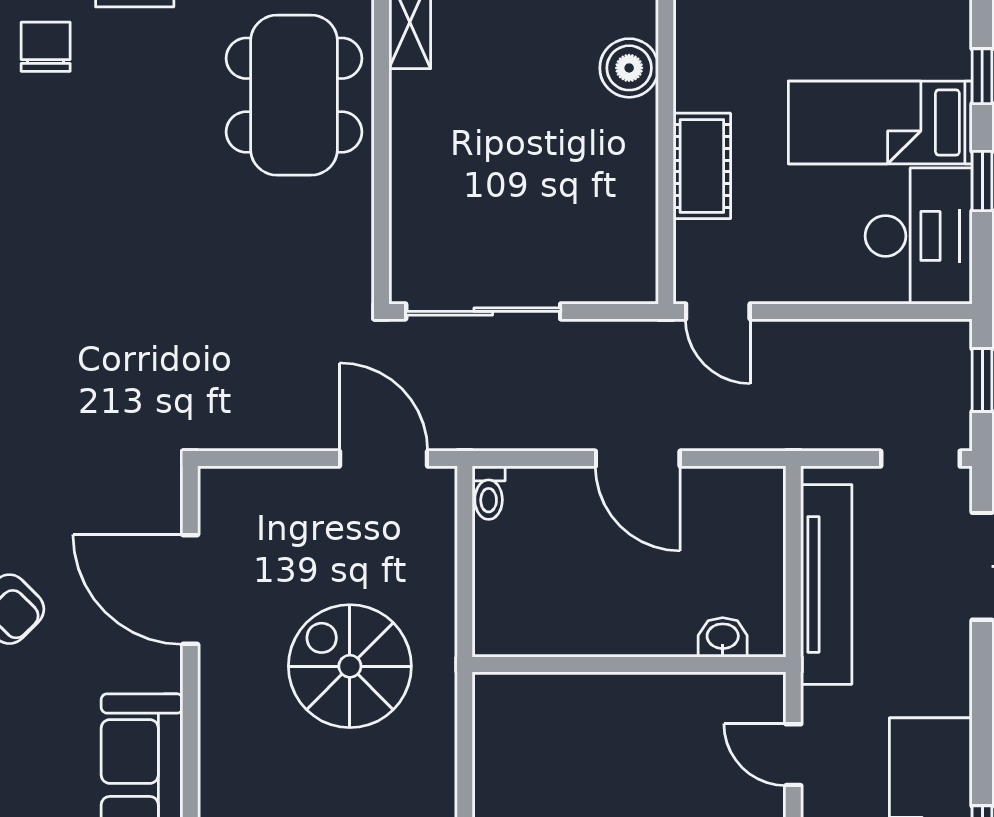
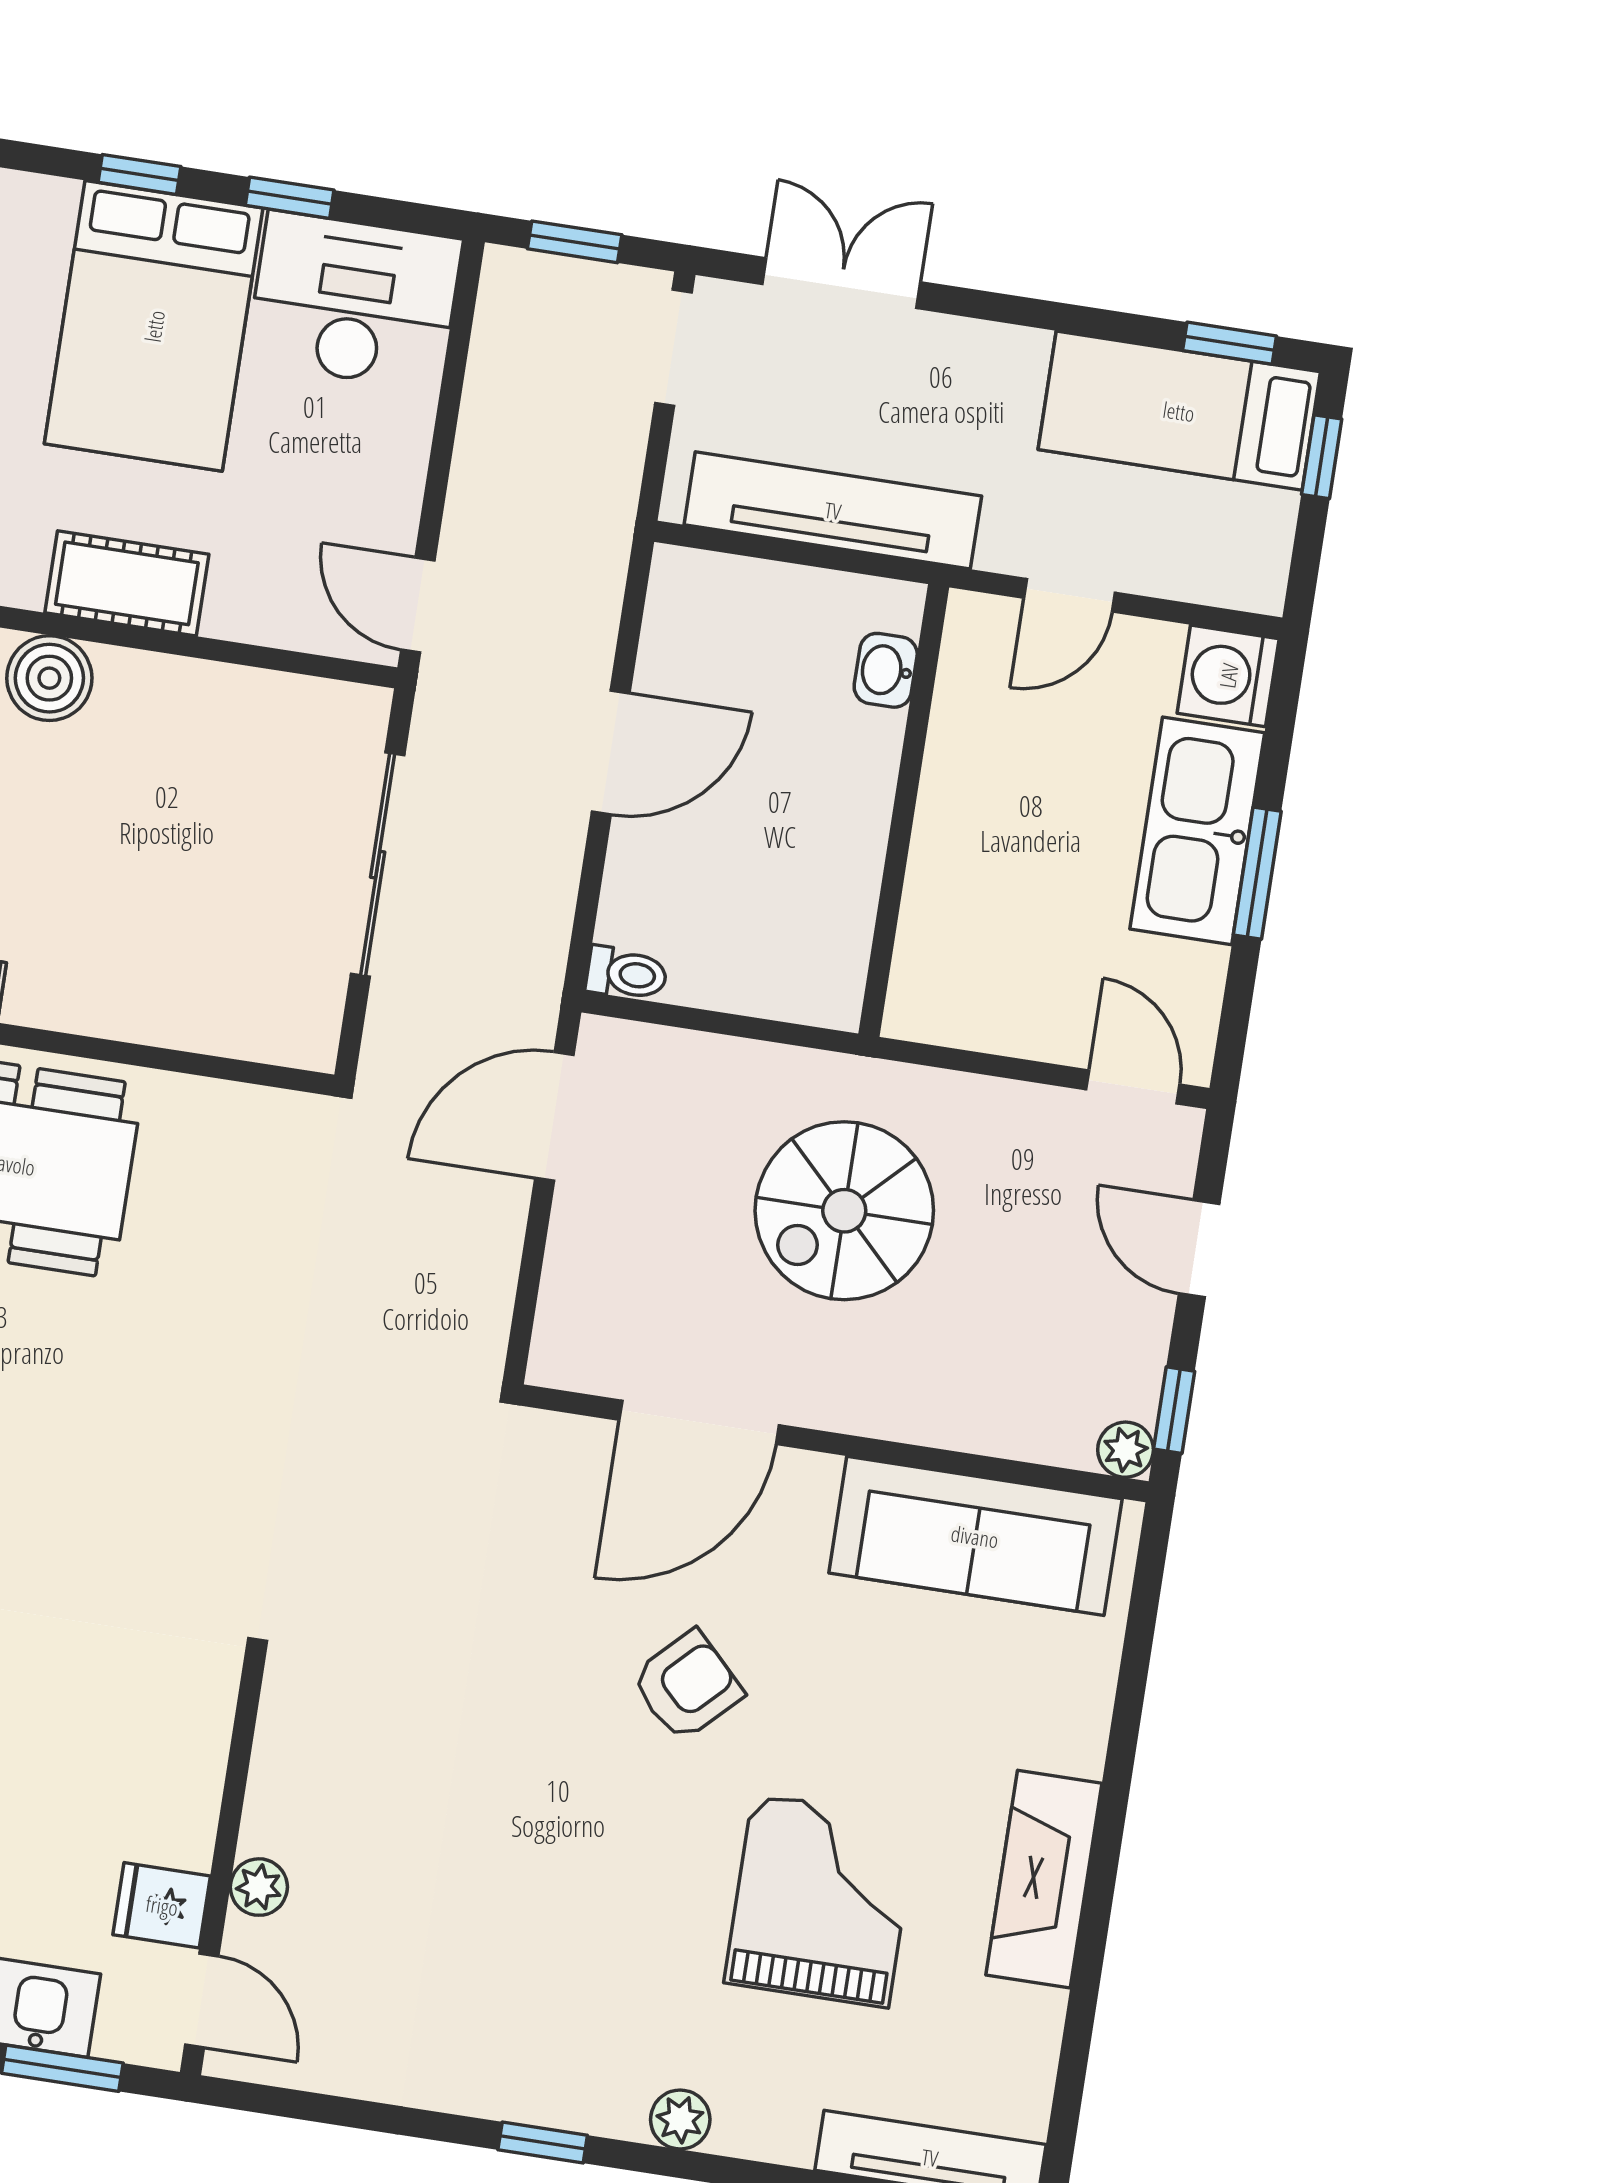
bed: (880, 122) -> (154, 326), width x1.50
cot: (702, 166) -> (127, 583), moved
sliding door: (483, 311) -> (378, 865), moved
door: (718, 311) -> (418, 605), swing flipped

